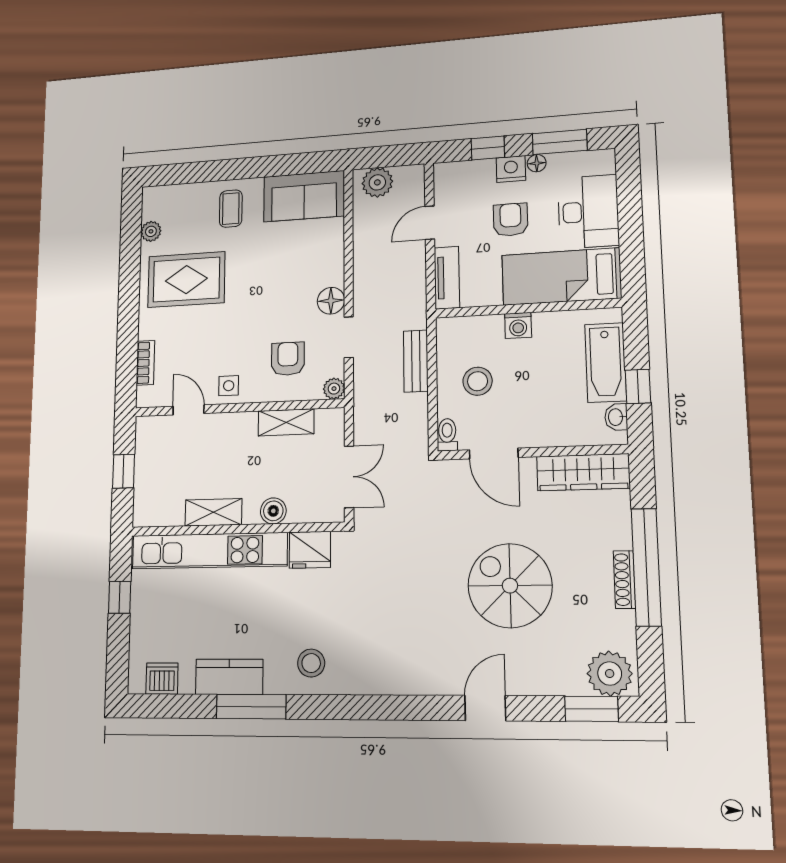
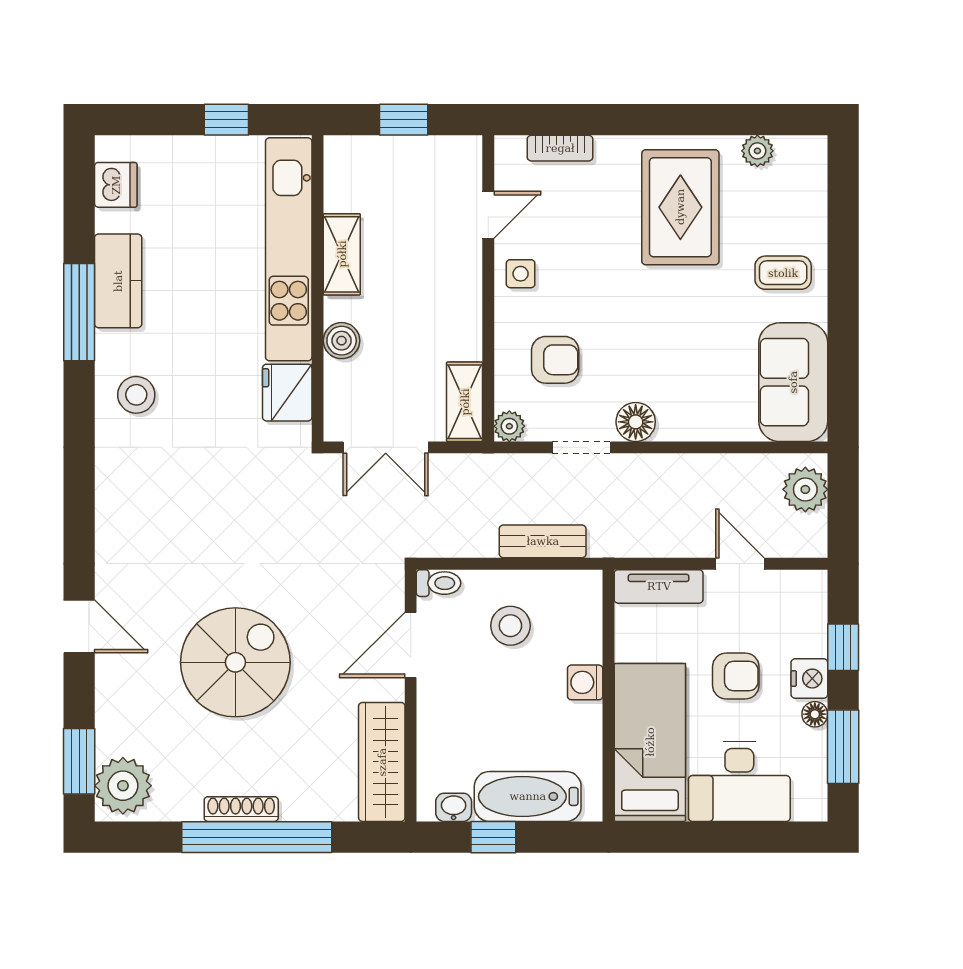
shelving: (286, 422) -> (465, 402), moved

